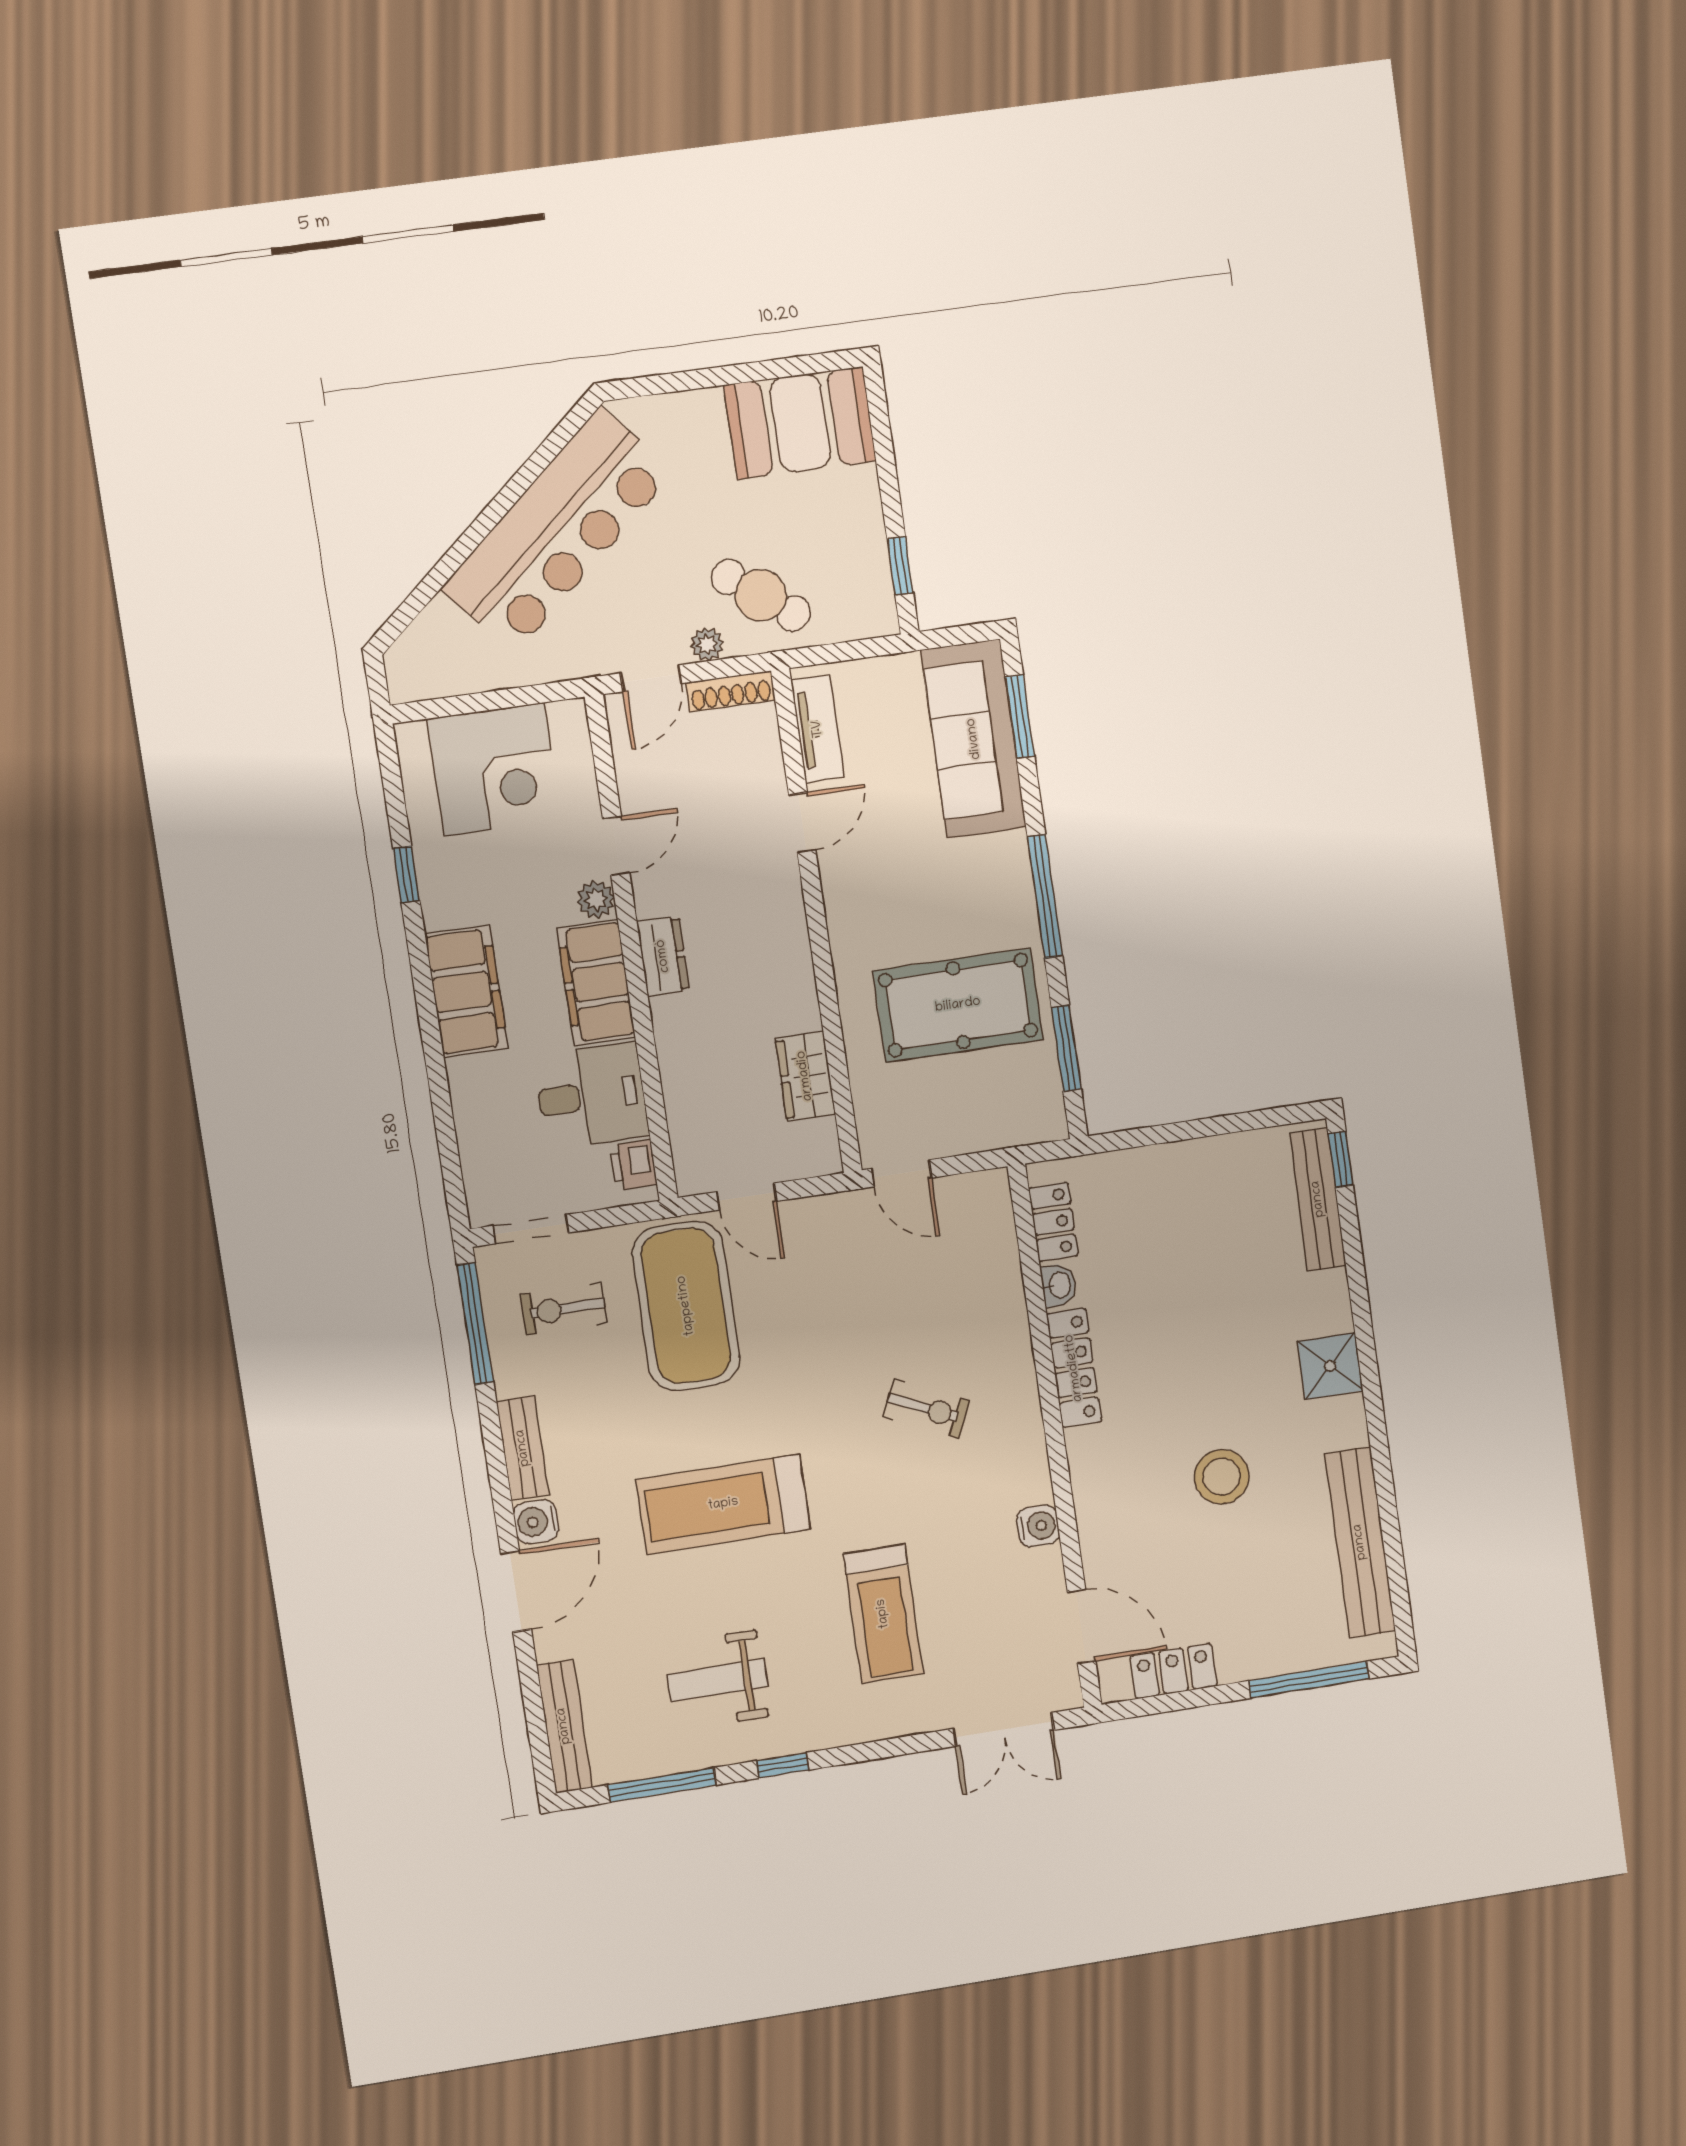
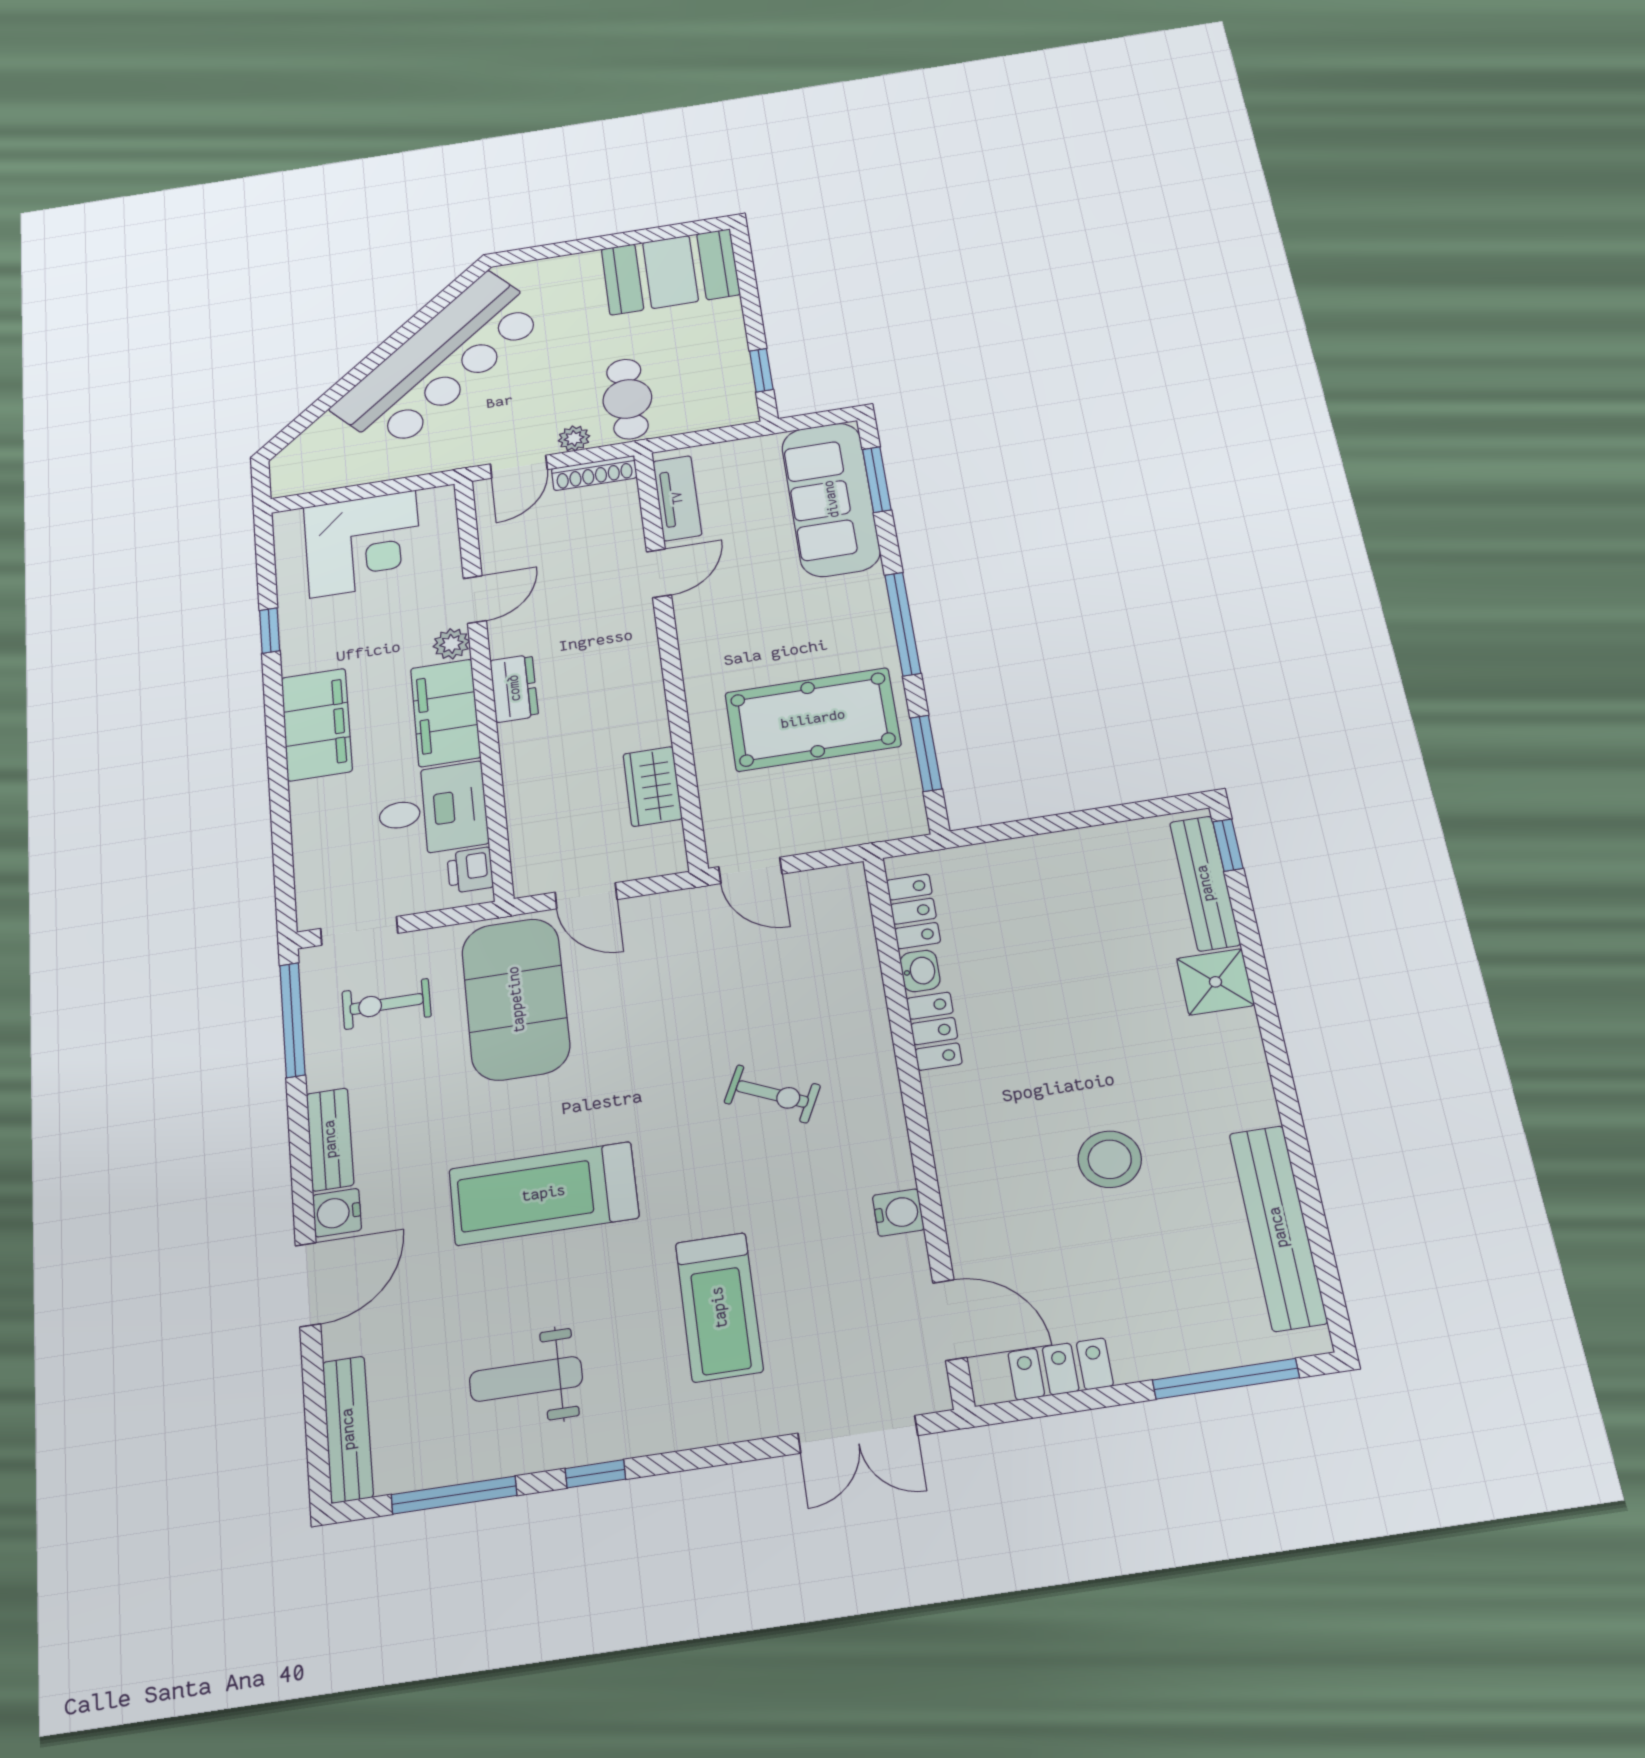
cafe table: (761, 595) -> (627, 399), turned 53
shower: (1330, 1366) -> (1215, 982), moved
locker: (1074, 1368) -> (934, 1031), width x0.66

